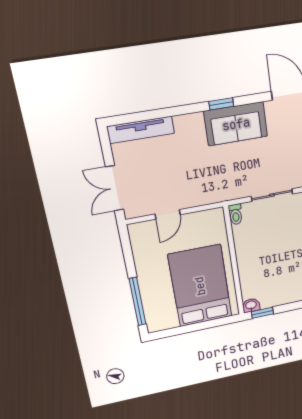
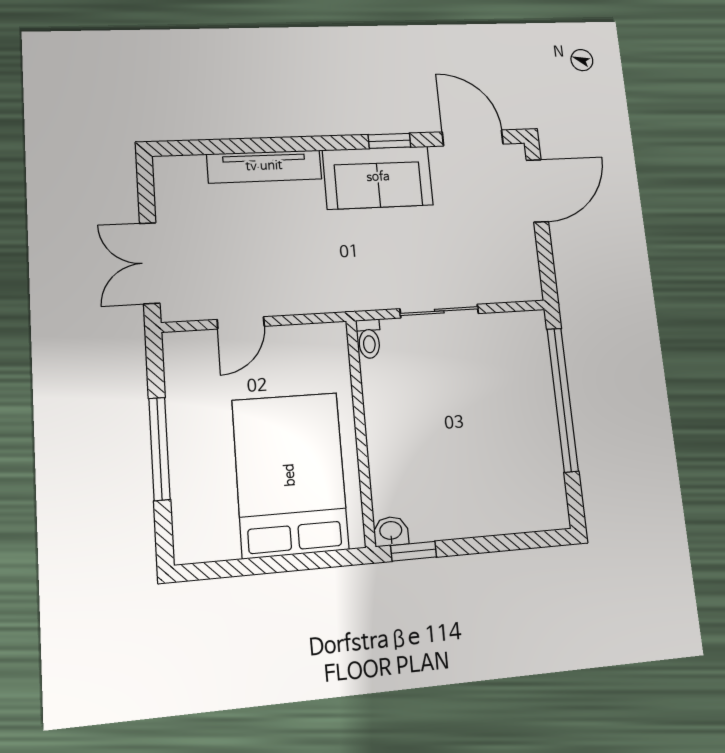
window: (221, 104) -> (389, 141), moved
tv unit: (141, 130) -> (264, 166), moved
window: (137, 301) -> (159, 449), moved

